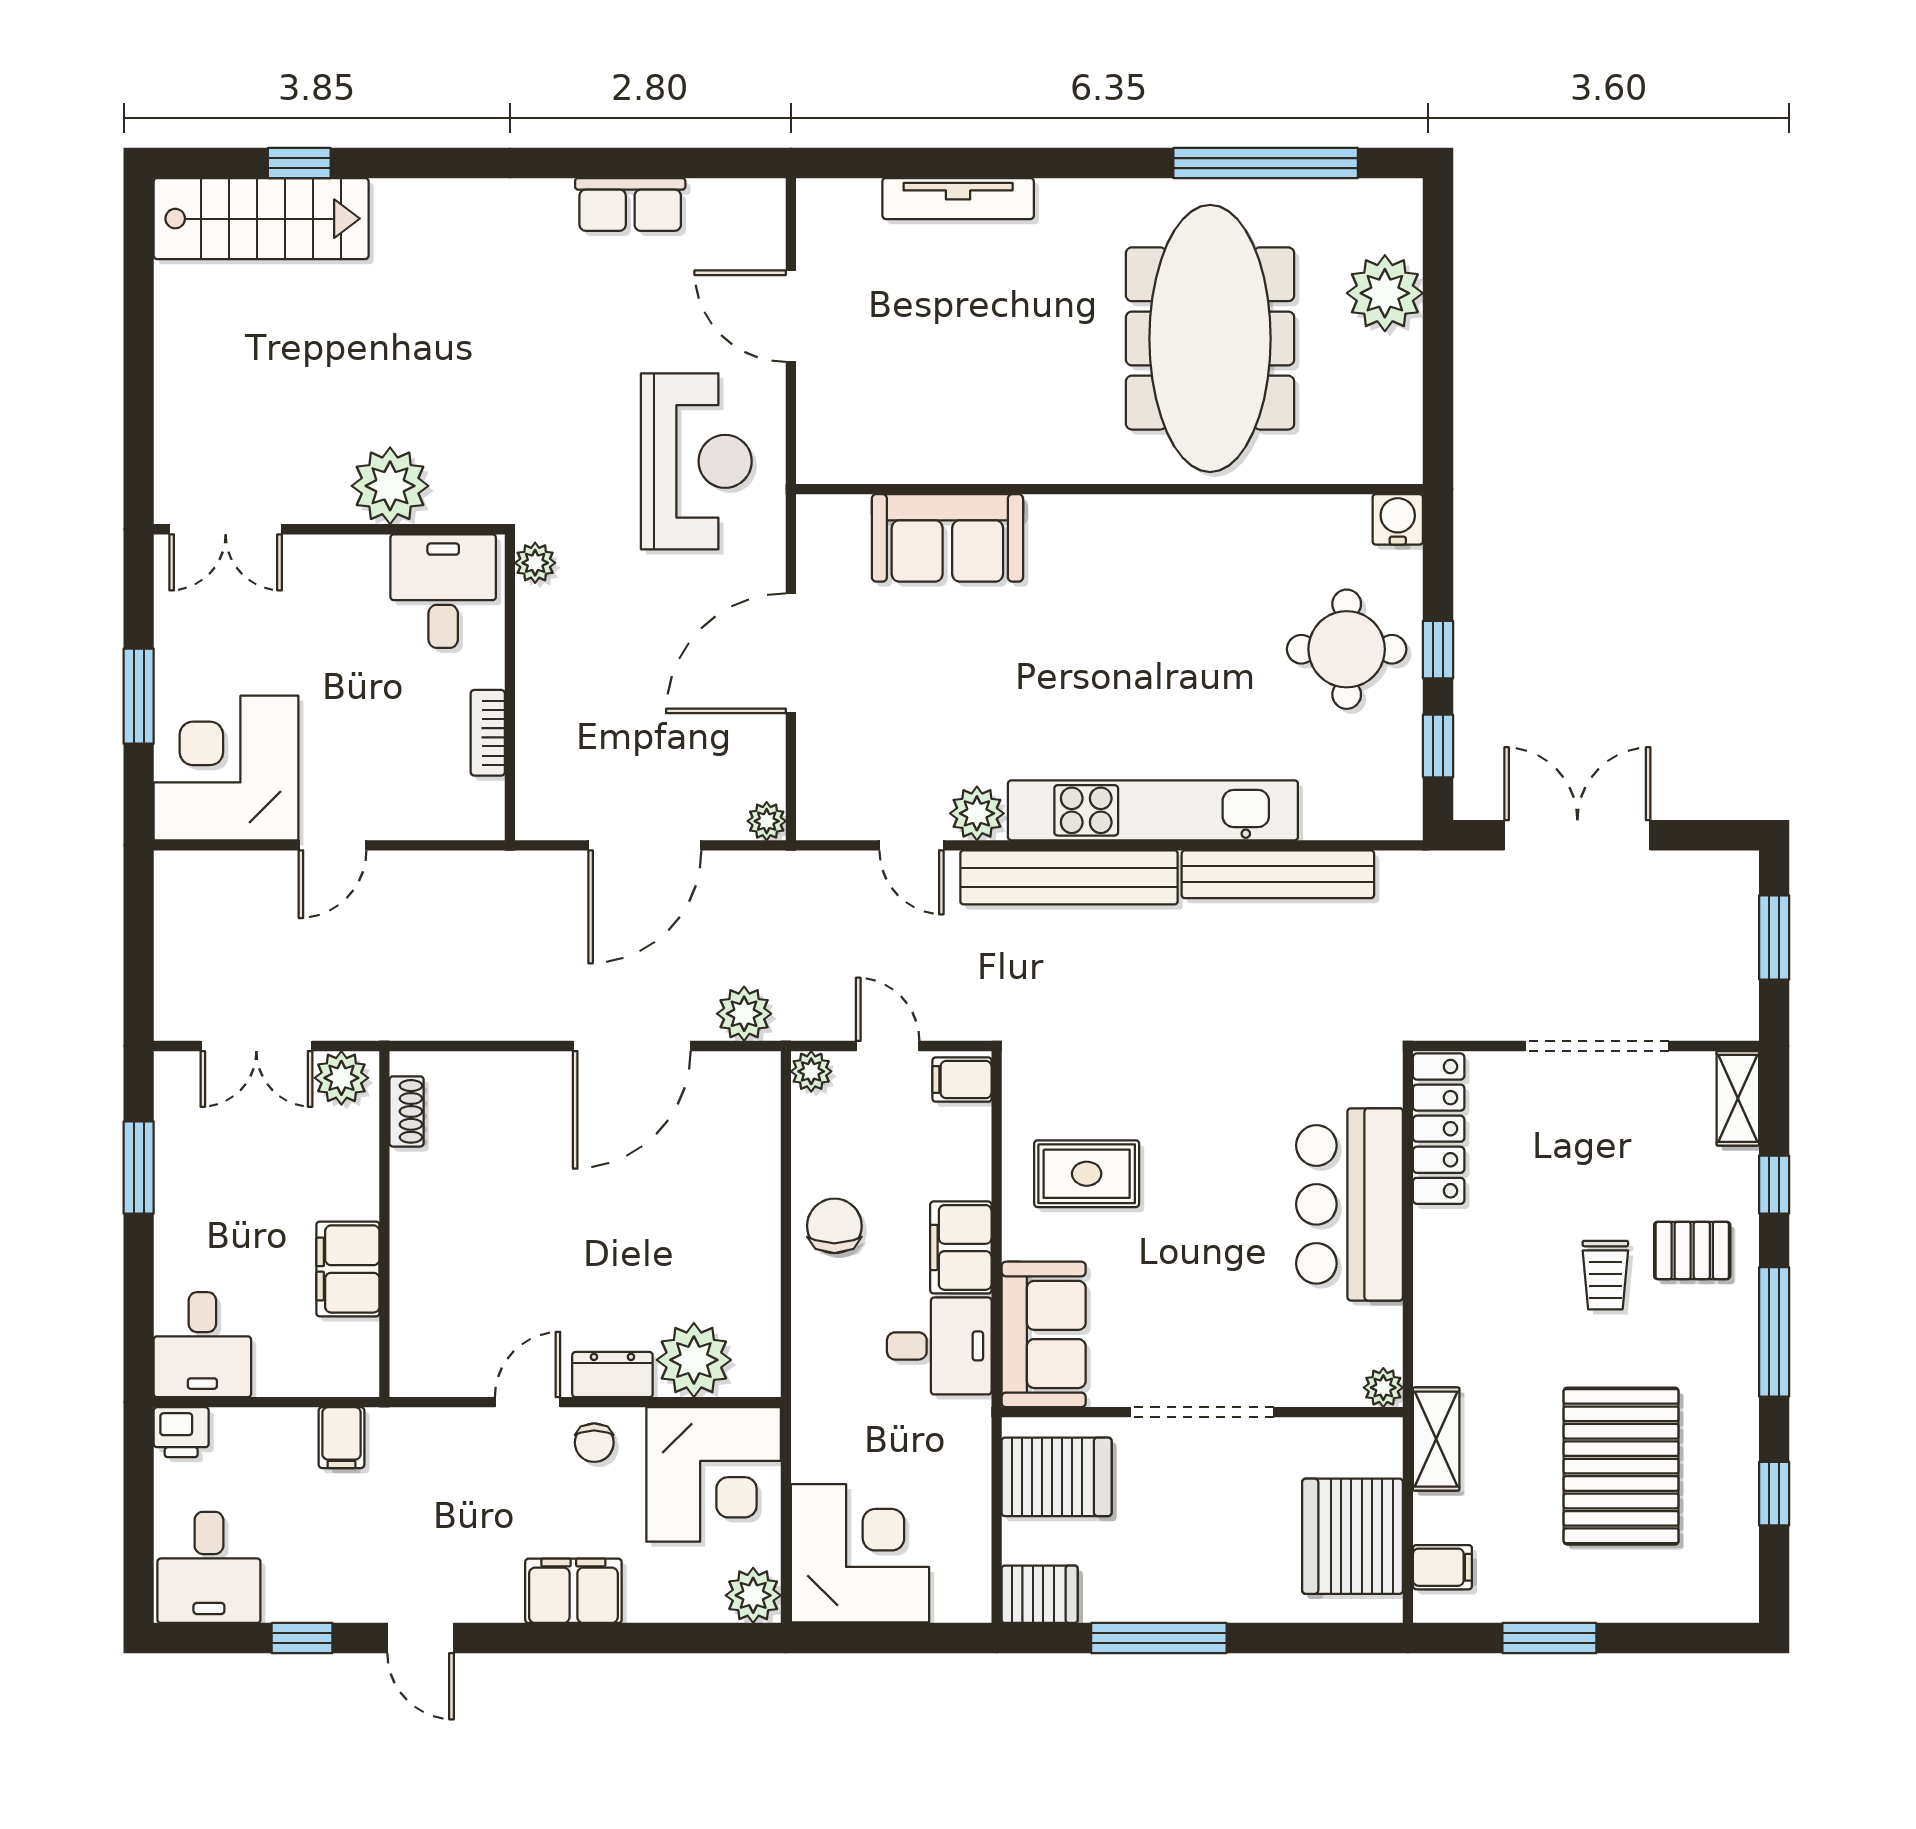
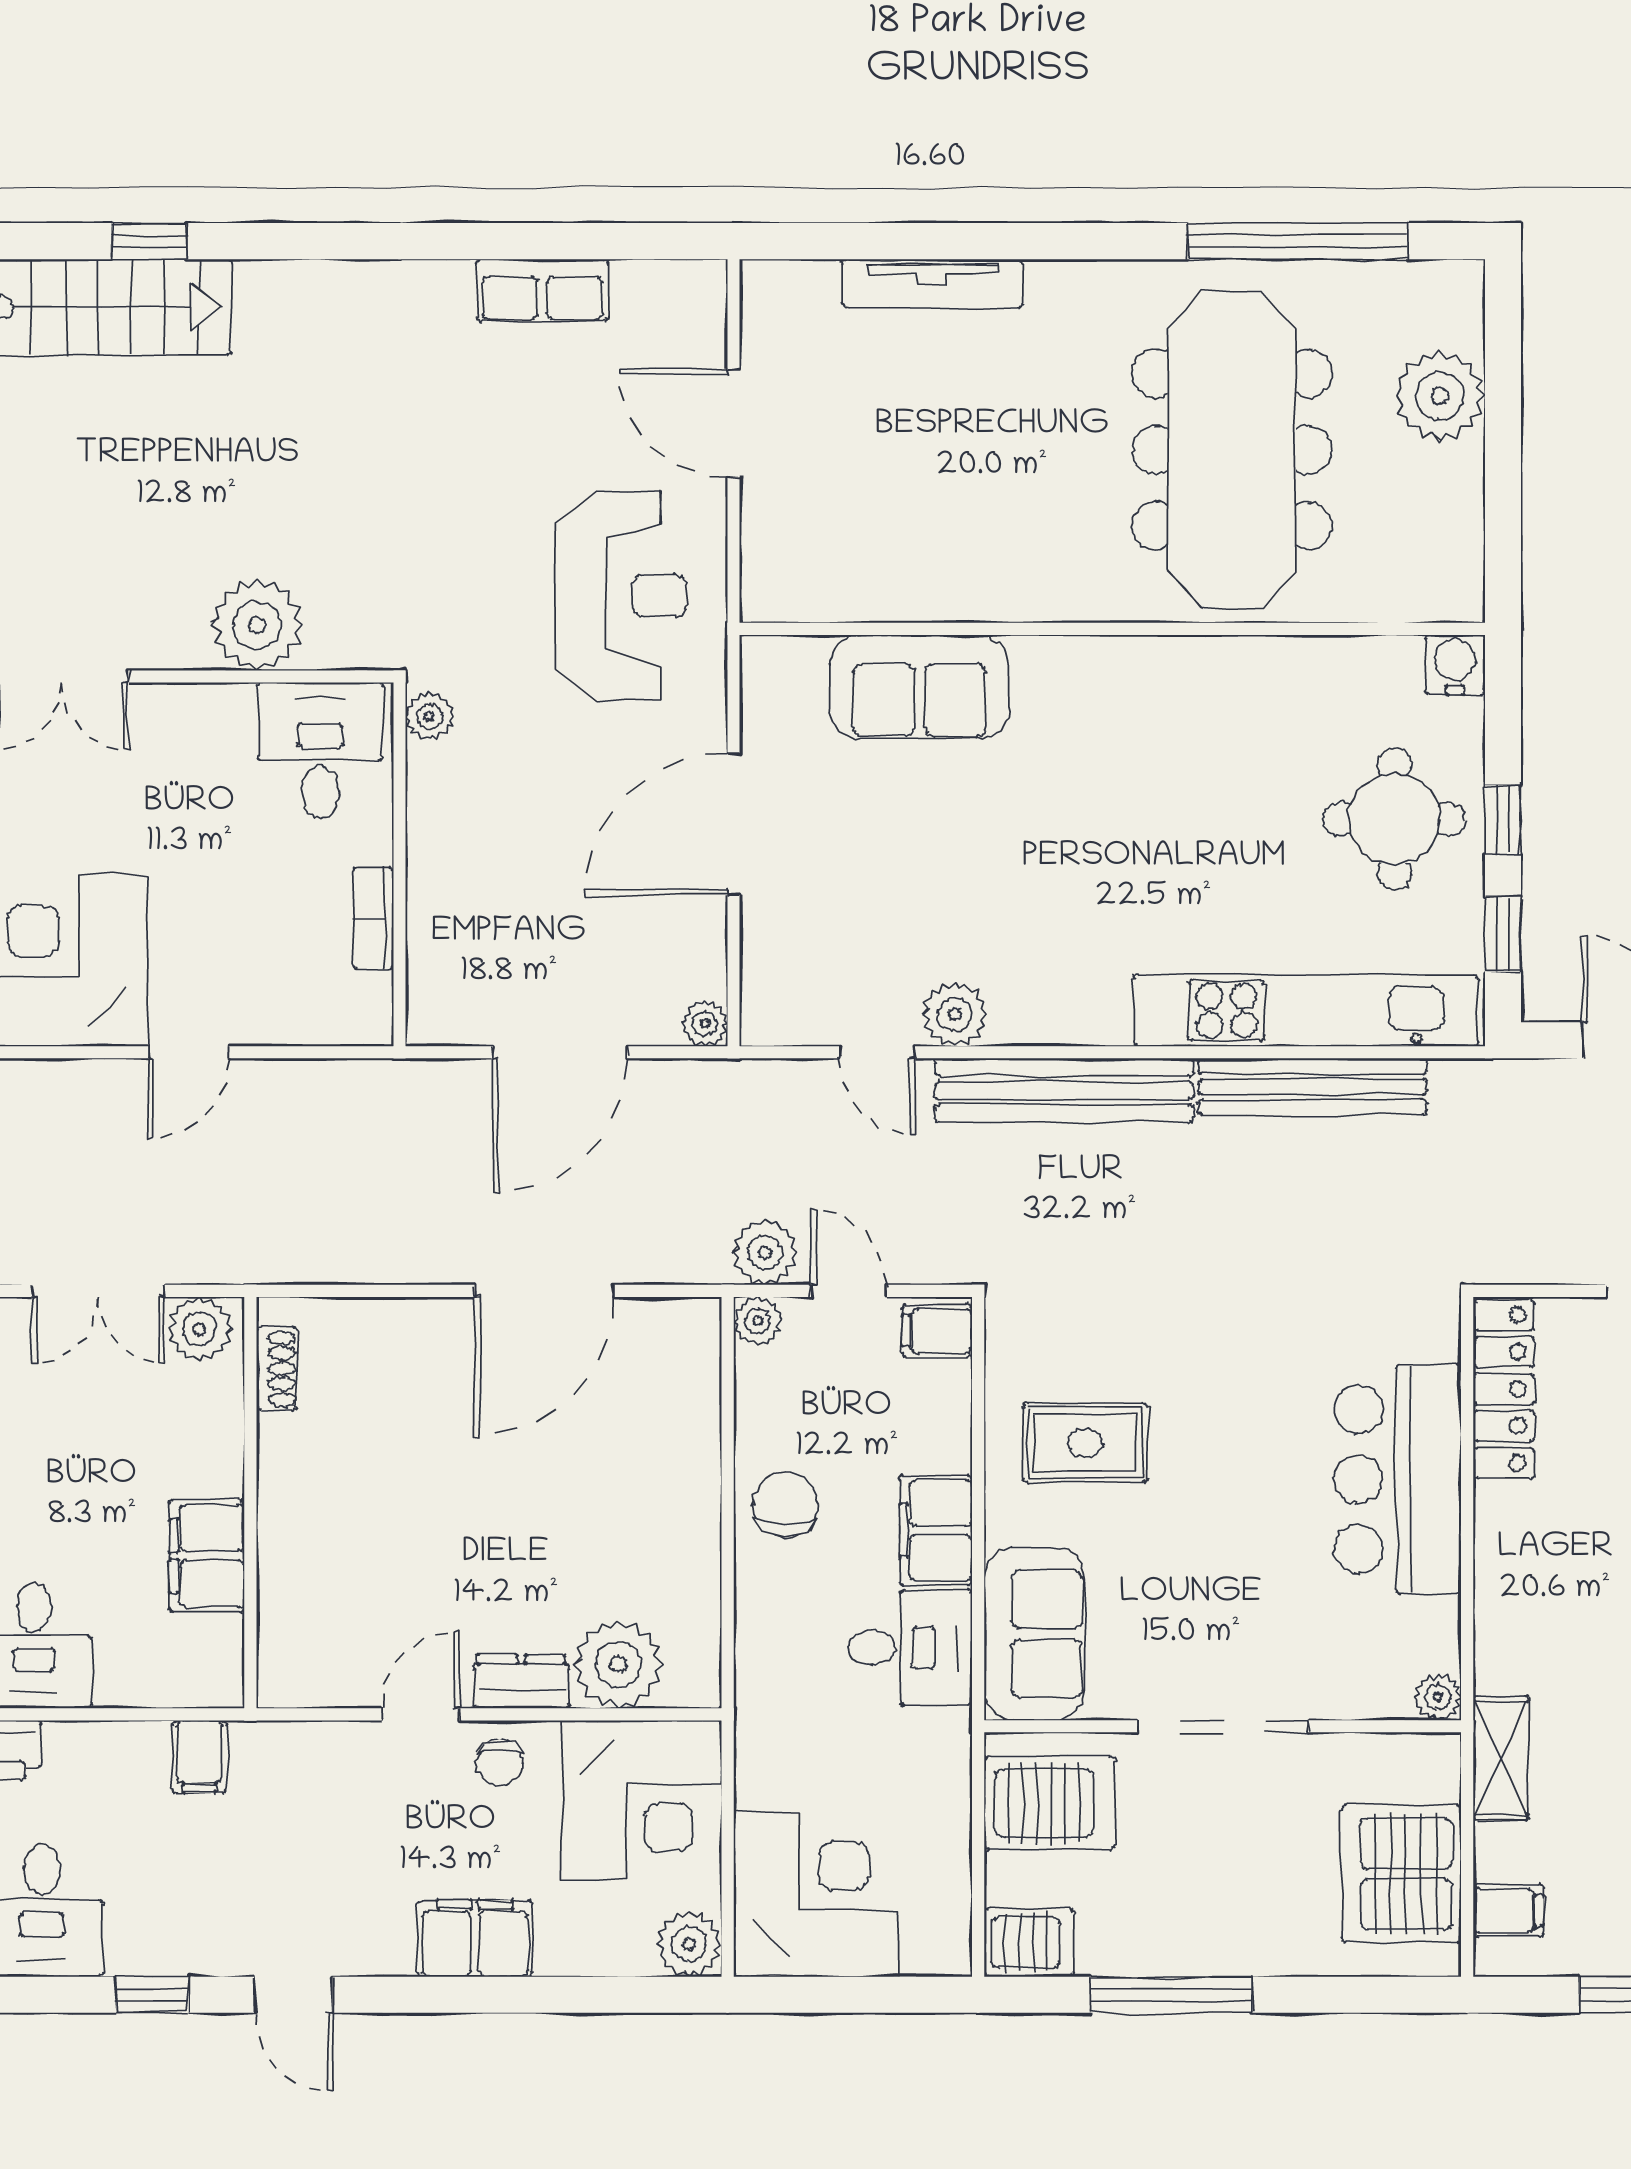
kitchen unit: (1153, 810) -> (1306, 1011), moved
plant: (744, 1014) -> (765, 1252), moved

